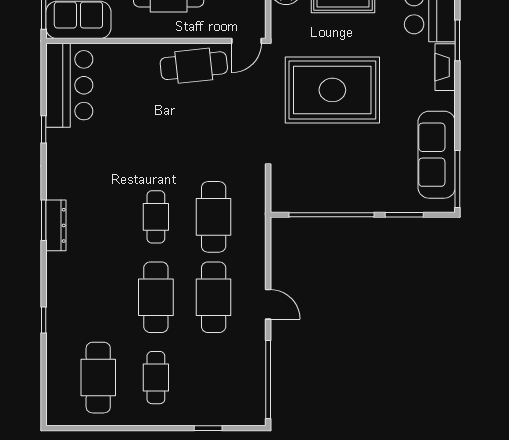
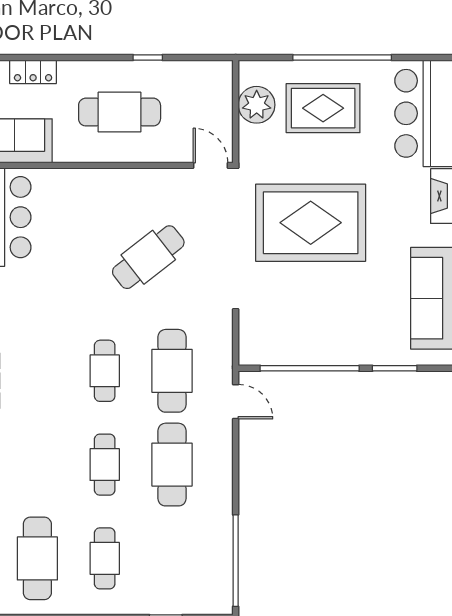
door: (247, 41) -> (210, 165), swing flipped
cafe table: (194, 66) -> (148, 257), moved, turned -32
cafe table: (156, 297) -> (105, 465), width x0.73, depth x0.74
door: (268, 304) -> (236, 402), moved

